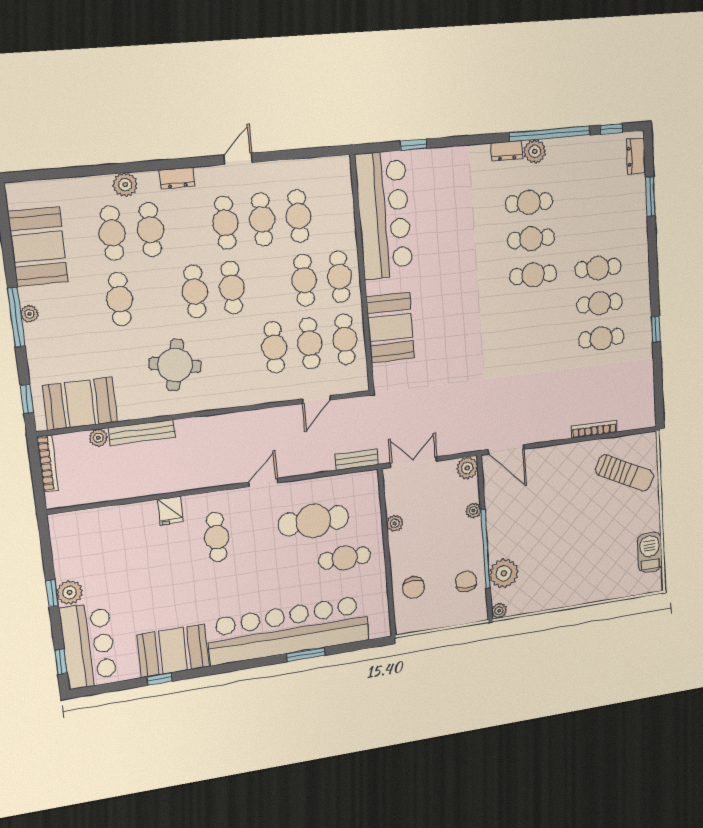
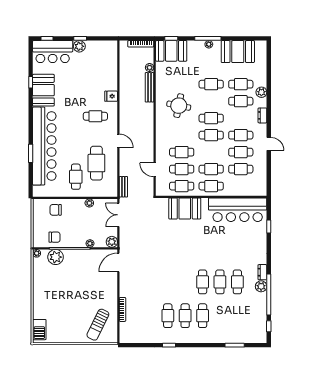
dresser: (636, 156) -> (255, 338), removed
booth: (80, 404) -> (171, 51), moved, turned 90
double door: (414, 462) -> (118, 215), swing flipped
barbecue: (650, 552) -> (39, 330), moved, turned 90

